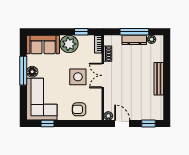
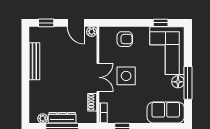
plant: (69, 44) -> (136, 113), removed
bench: (159, 79) -> (34, 61), moved

